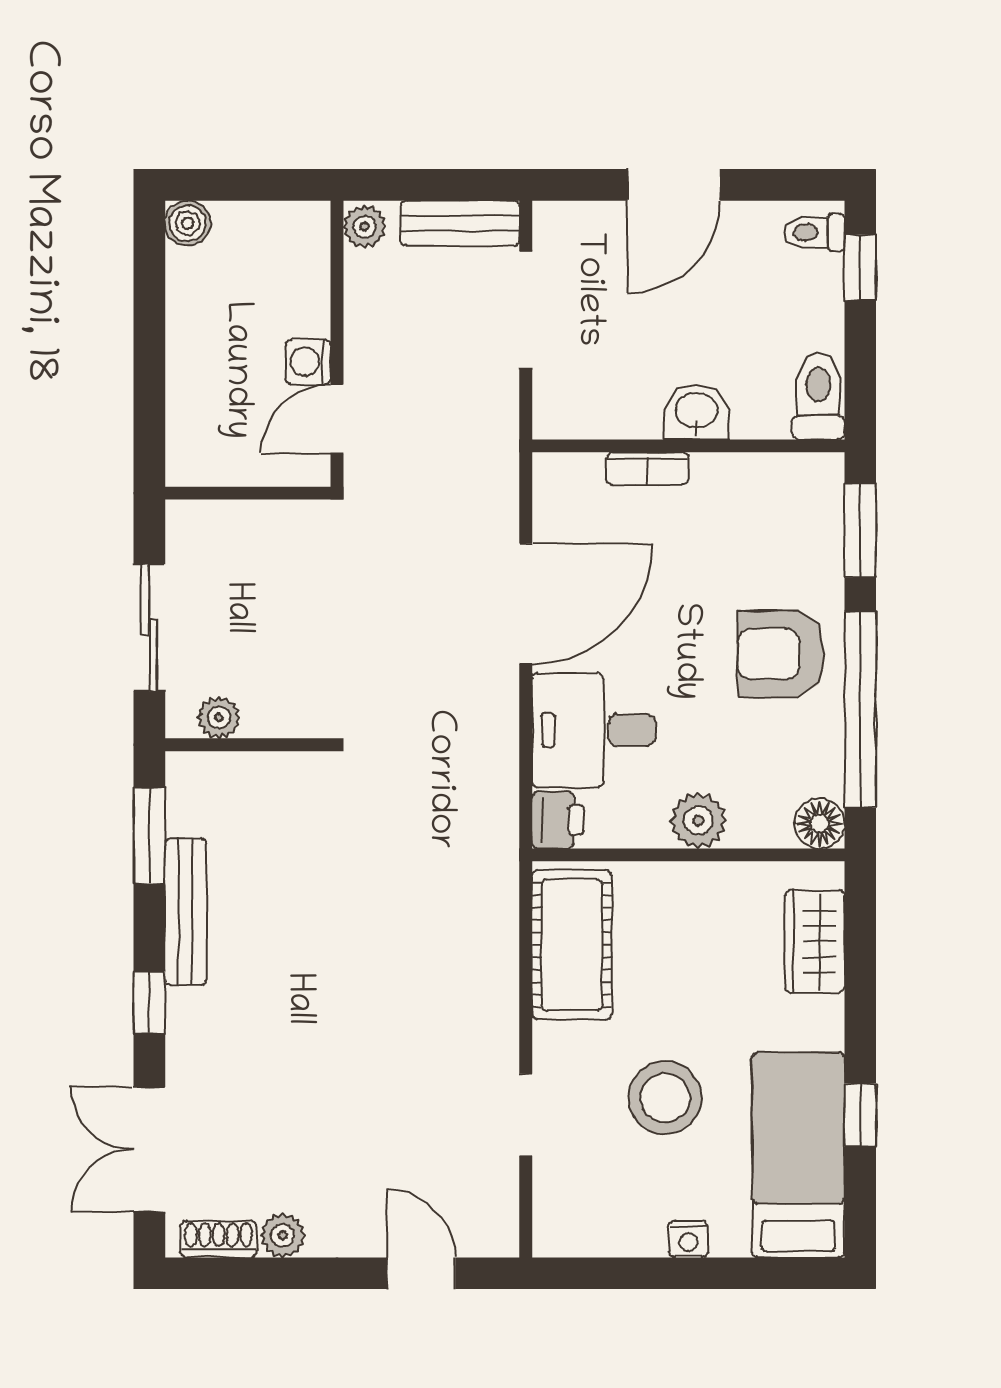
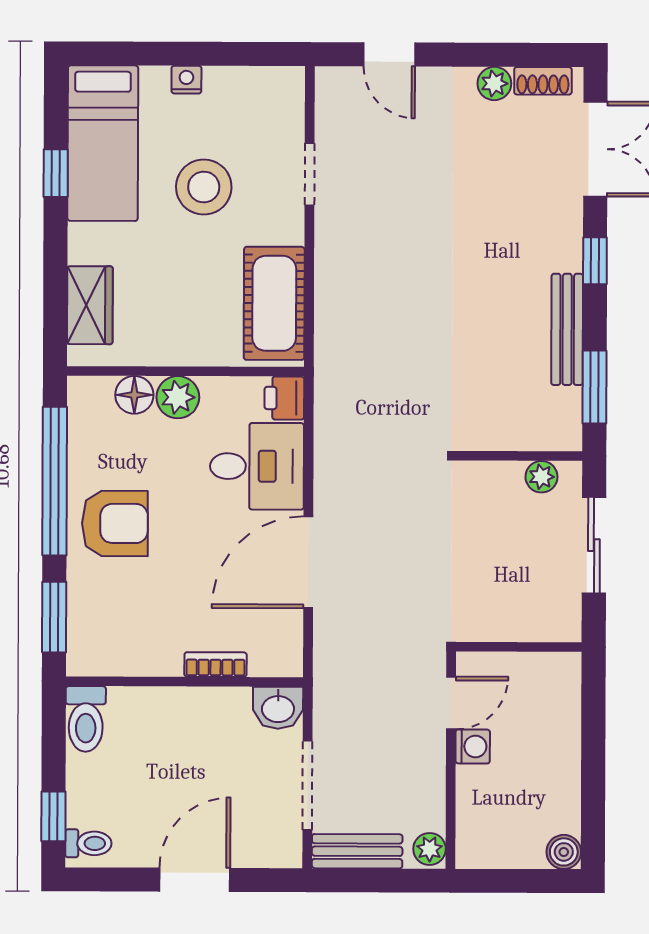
washbasin: (696, 412) -> (278, 708), moved
floor lamp: (819, 823) -> (134, 395), moved

